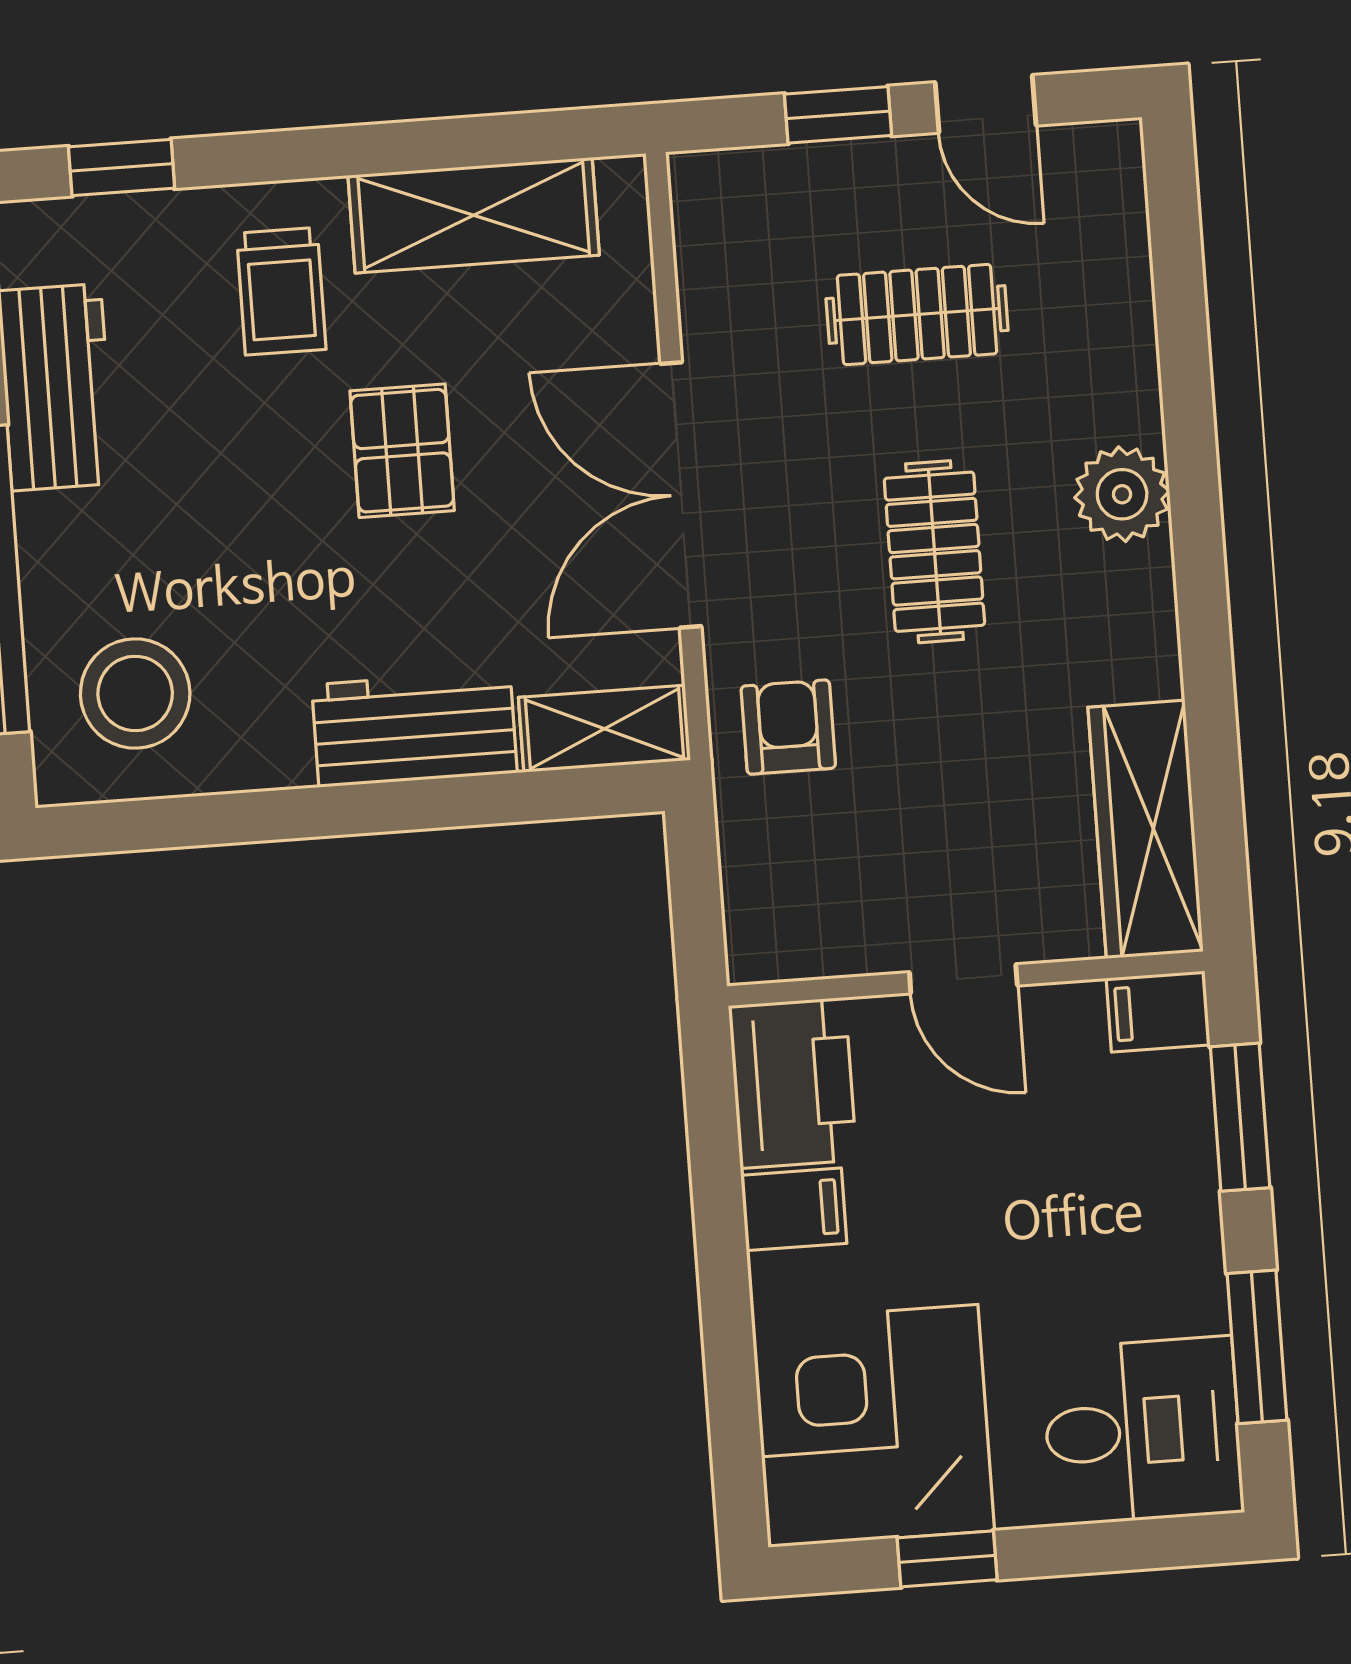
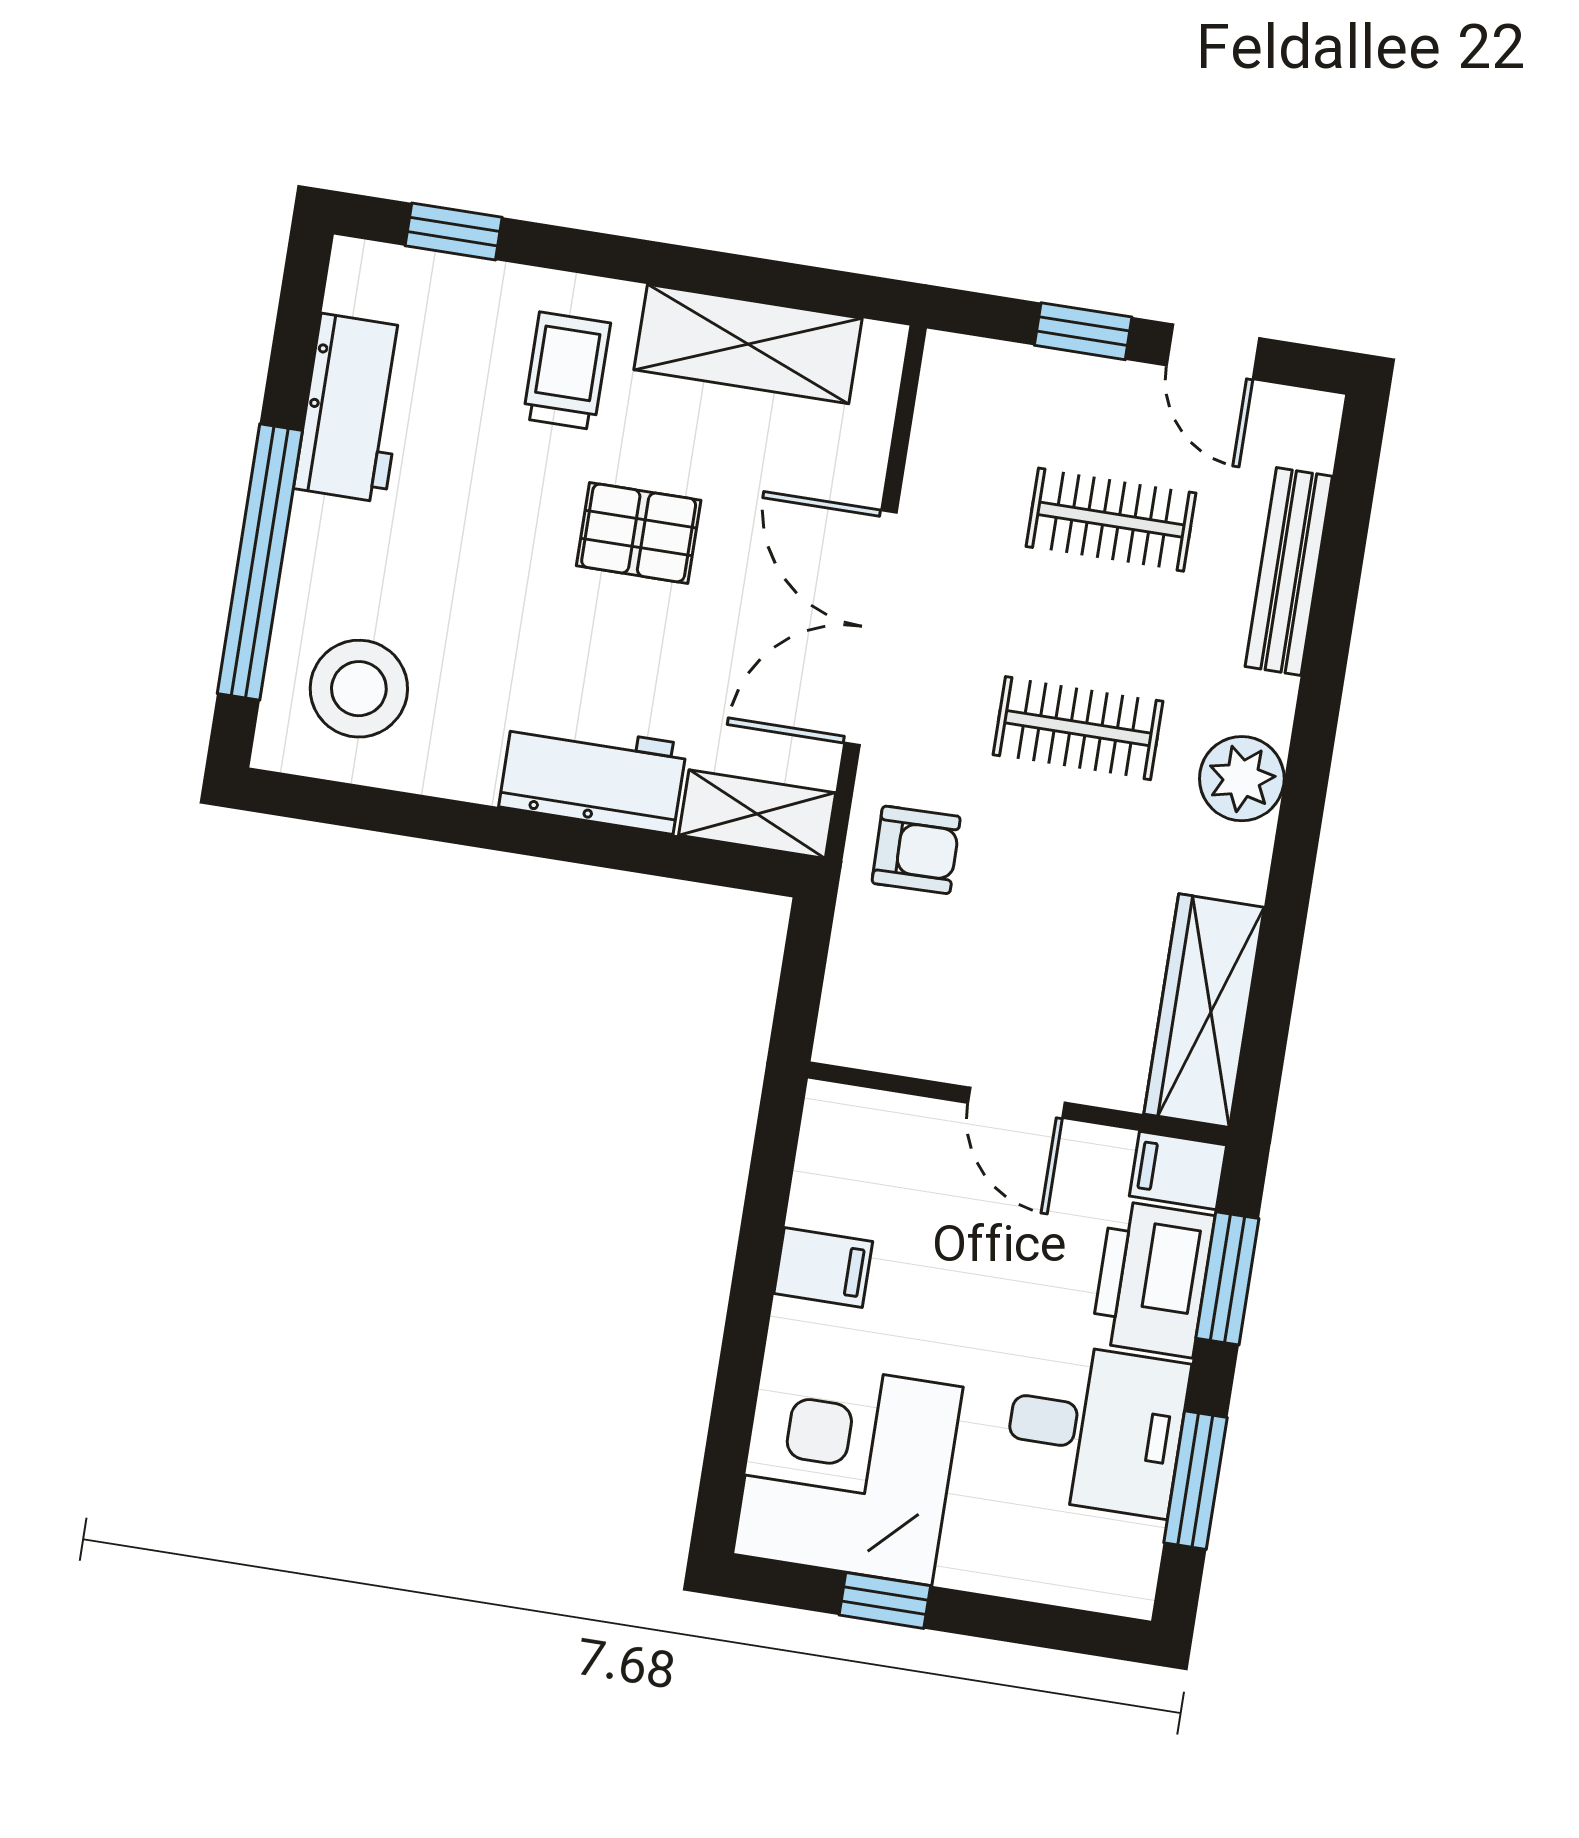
trolley: (281, 291) -> (567, 371), turned 180
bench: (1125, 326) -> (1289, 571), added
pallet: (402, 451) -> (639, 533), turned 90
plant: (1122, 494) -> (1242, 779), moved
clothes rail: (934, 552) -> (1078, 728), turned 90
armchair: (788, 727) -> (916, 850), turned 89
printer: (793, 1083) -> (1153, 1279), moved, turned 180
desk: (1142, 1431) -> (1095, 1429), moved

